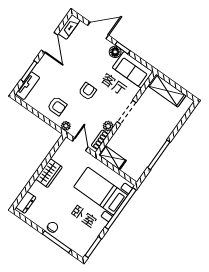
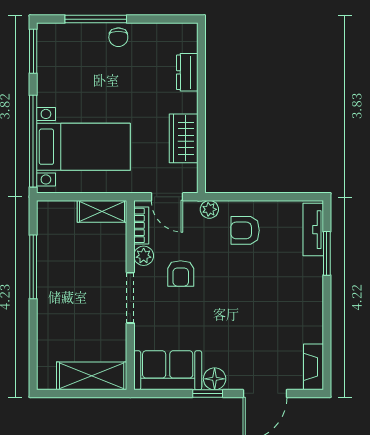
door: (49, 43) -> (327, 321), removed
armchair: (88, 91) -> (181, 273), moved
wardrobe: (49, 173) -> (184, 138), moved
dresser: (26, 202) -> (187, 72), moved

